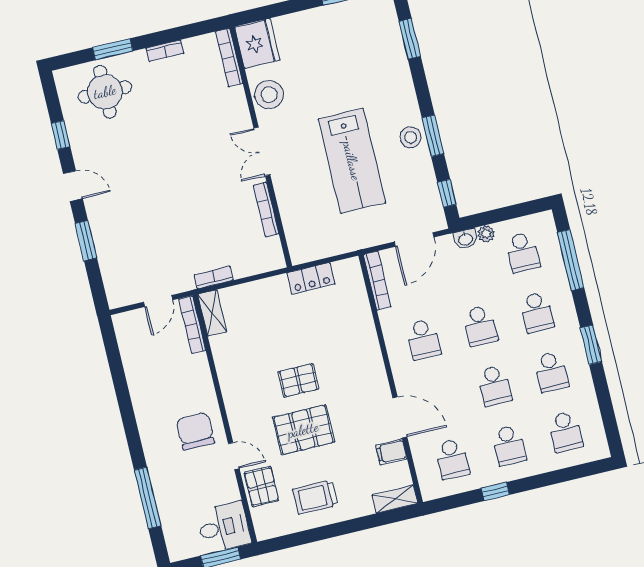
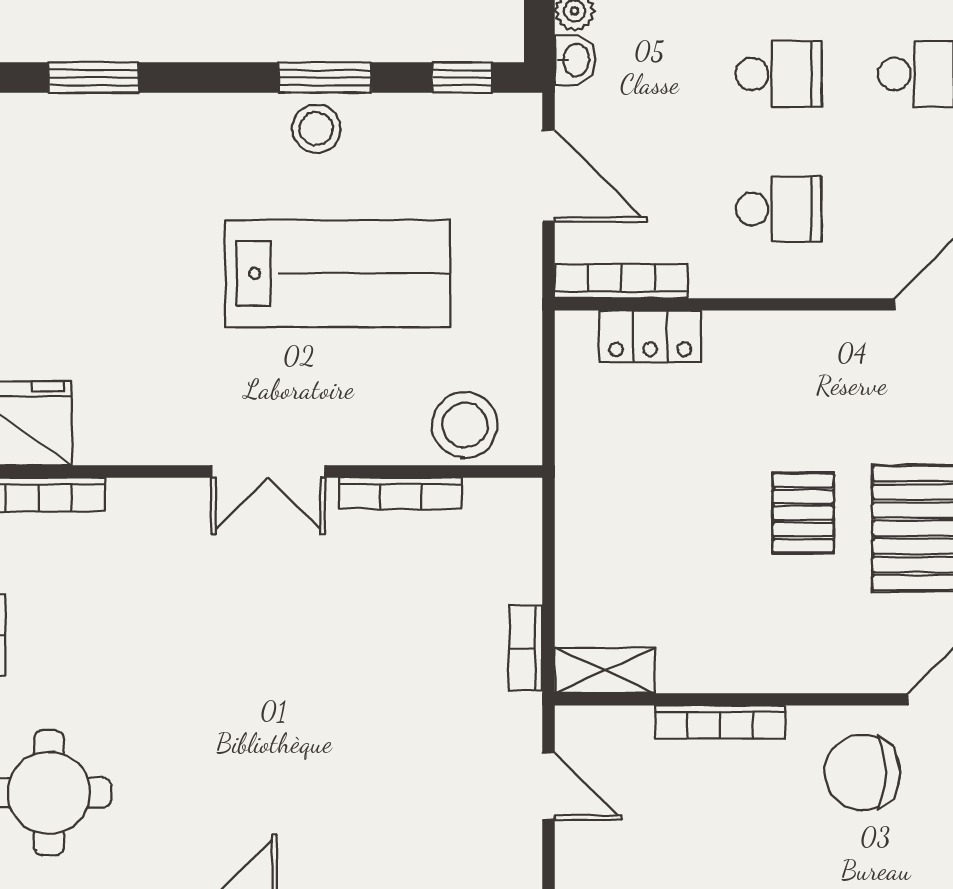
stool: (269, 95) -> (465, 425), moved
locker: (311, 278) -> (650, 336), moved, turned 90
bookcase: (192, 325) -> (720, 722), moved

